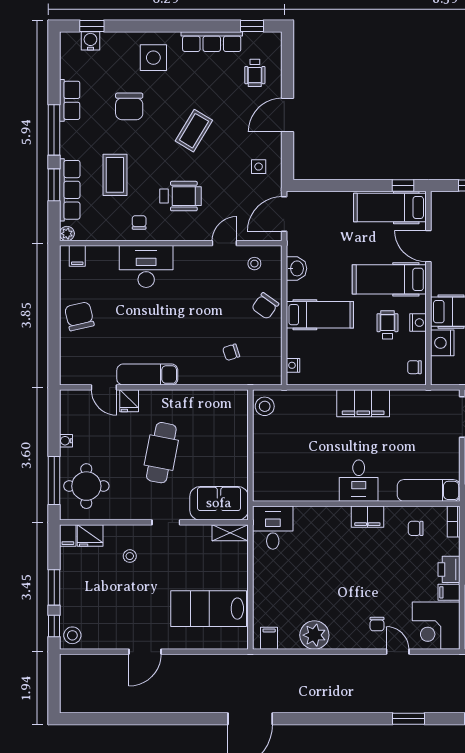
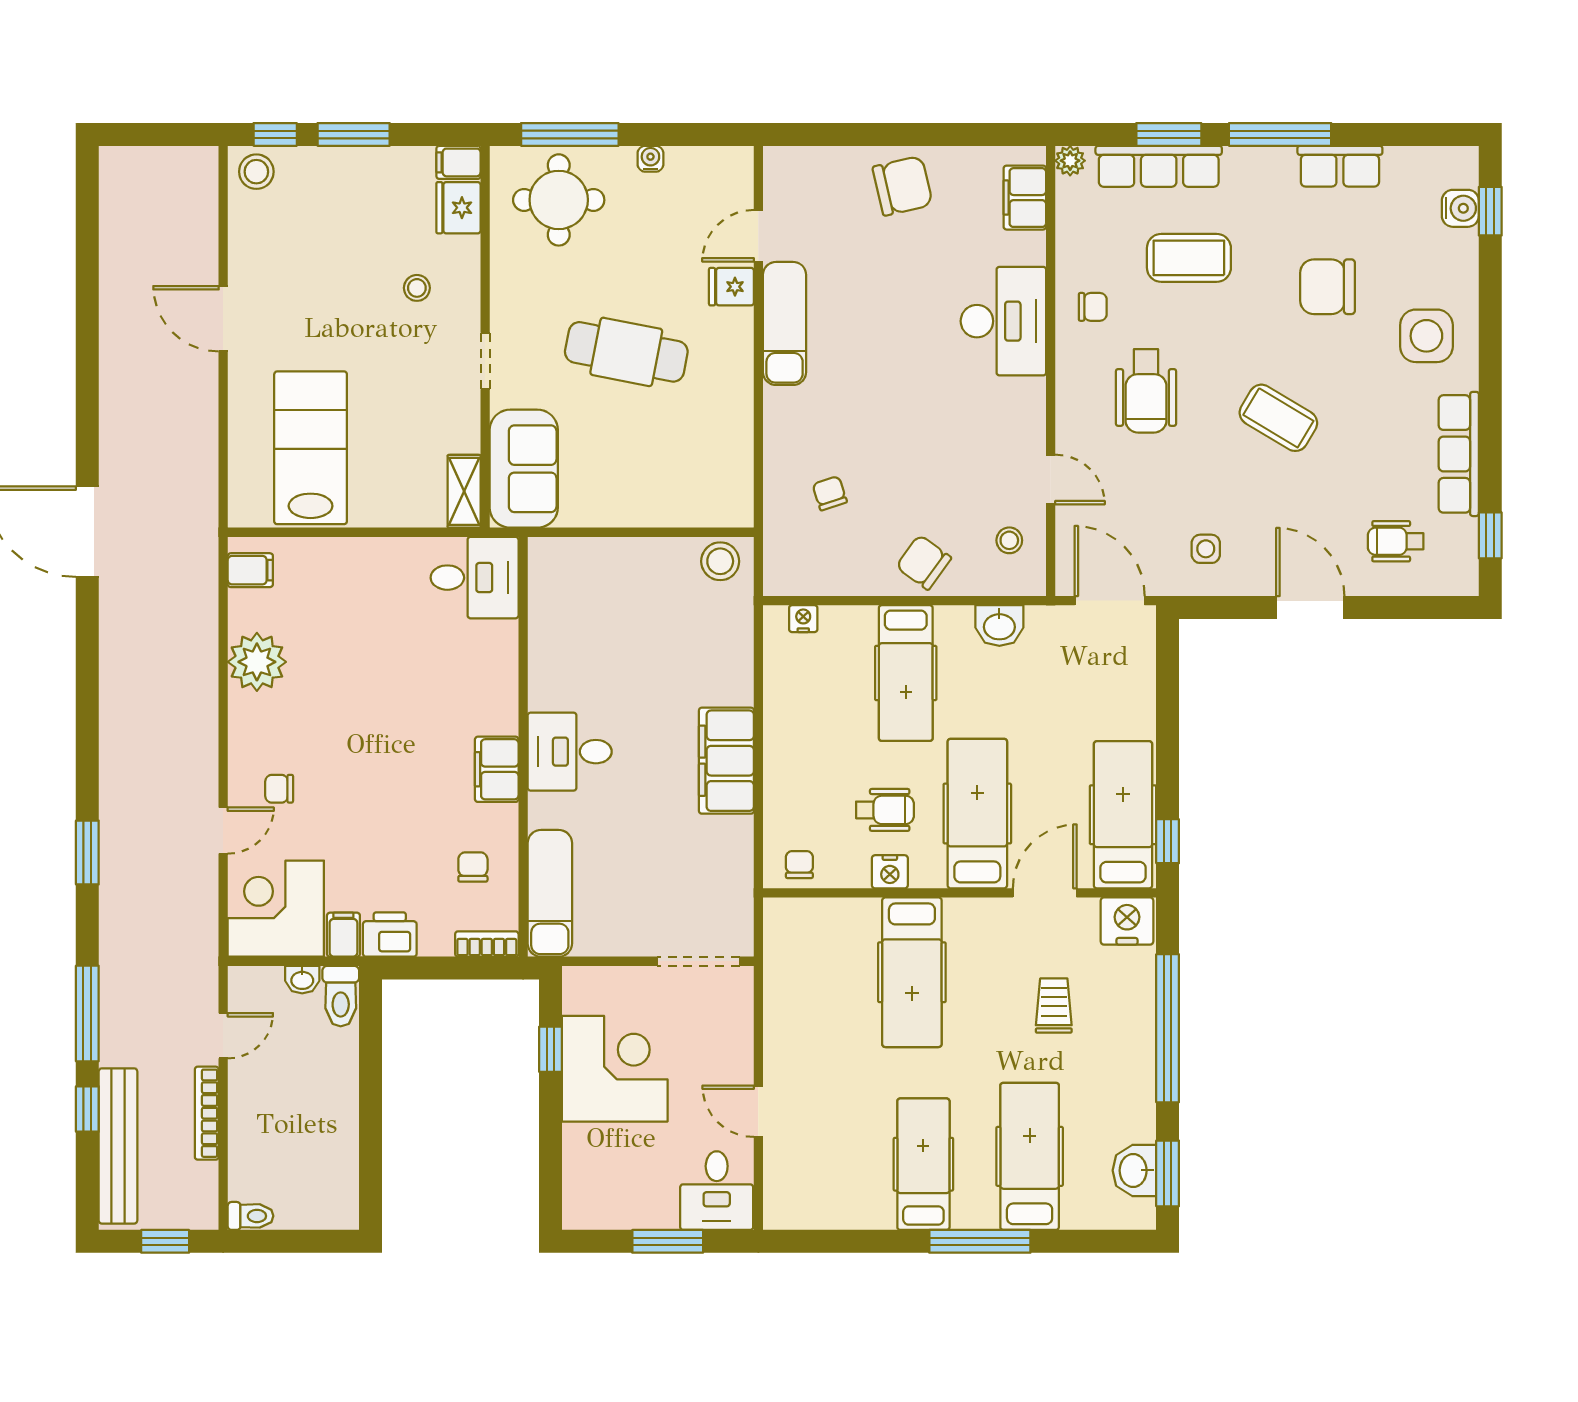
filing cabinet: (77, 256) -> (1025, 198), width x2.00
nightstand: (442, 343) -> (1127, 921), moved

